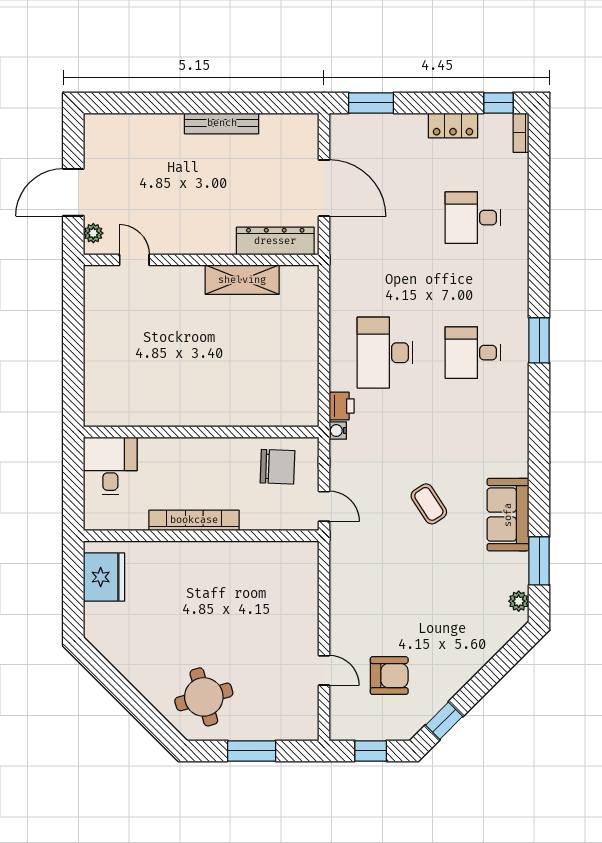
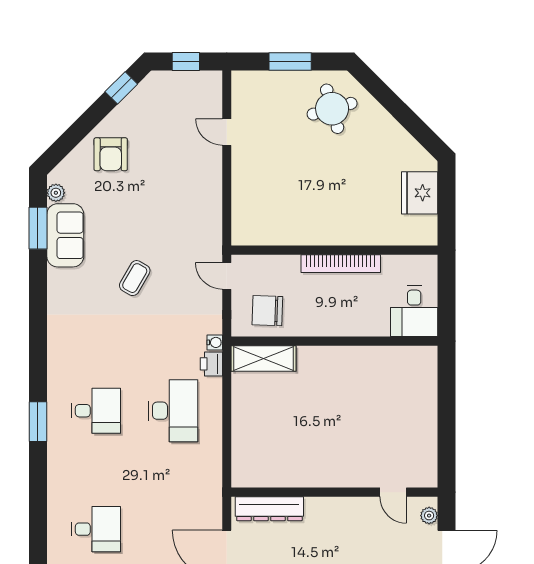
shelving: (242, 280) -> (264, 359), moved
coffee table: (429, 504) -> (135, 278), turned 63
sofa: (508, 515) -> (65, 235), moved
fridge: (104, 577) -> (420, 193), moved
armchair: (389, 676) -> (111, 154), moved, turned -90

